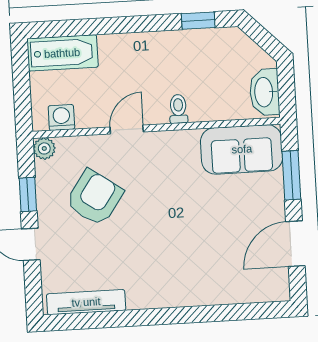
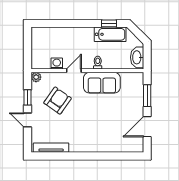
bathtub: (62, 53) -> (110, 34), moved
washing machine: (61, 118) -> (57, 64), moved
sofa: (242, 149) -> (102, 83), moved

